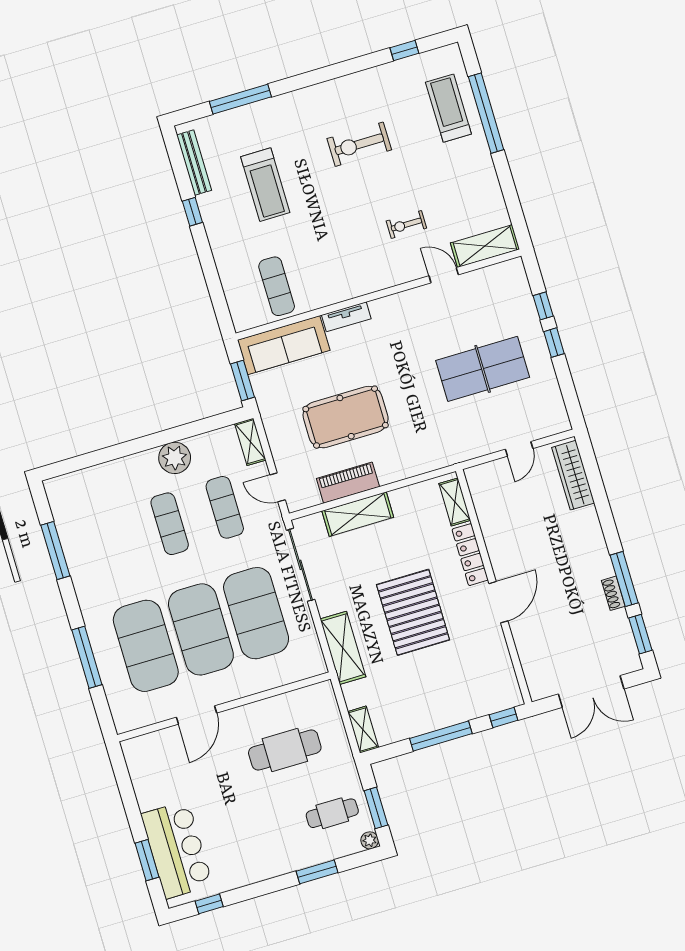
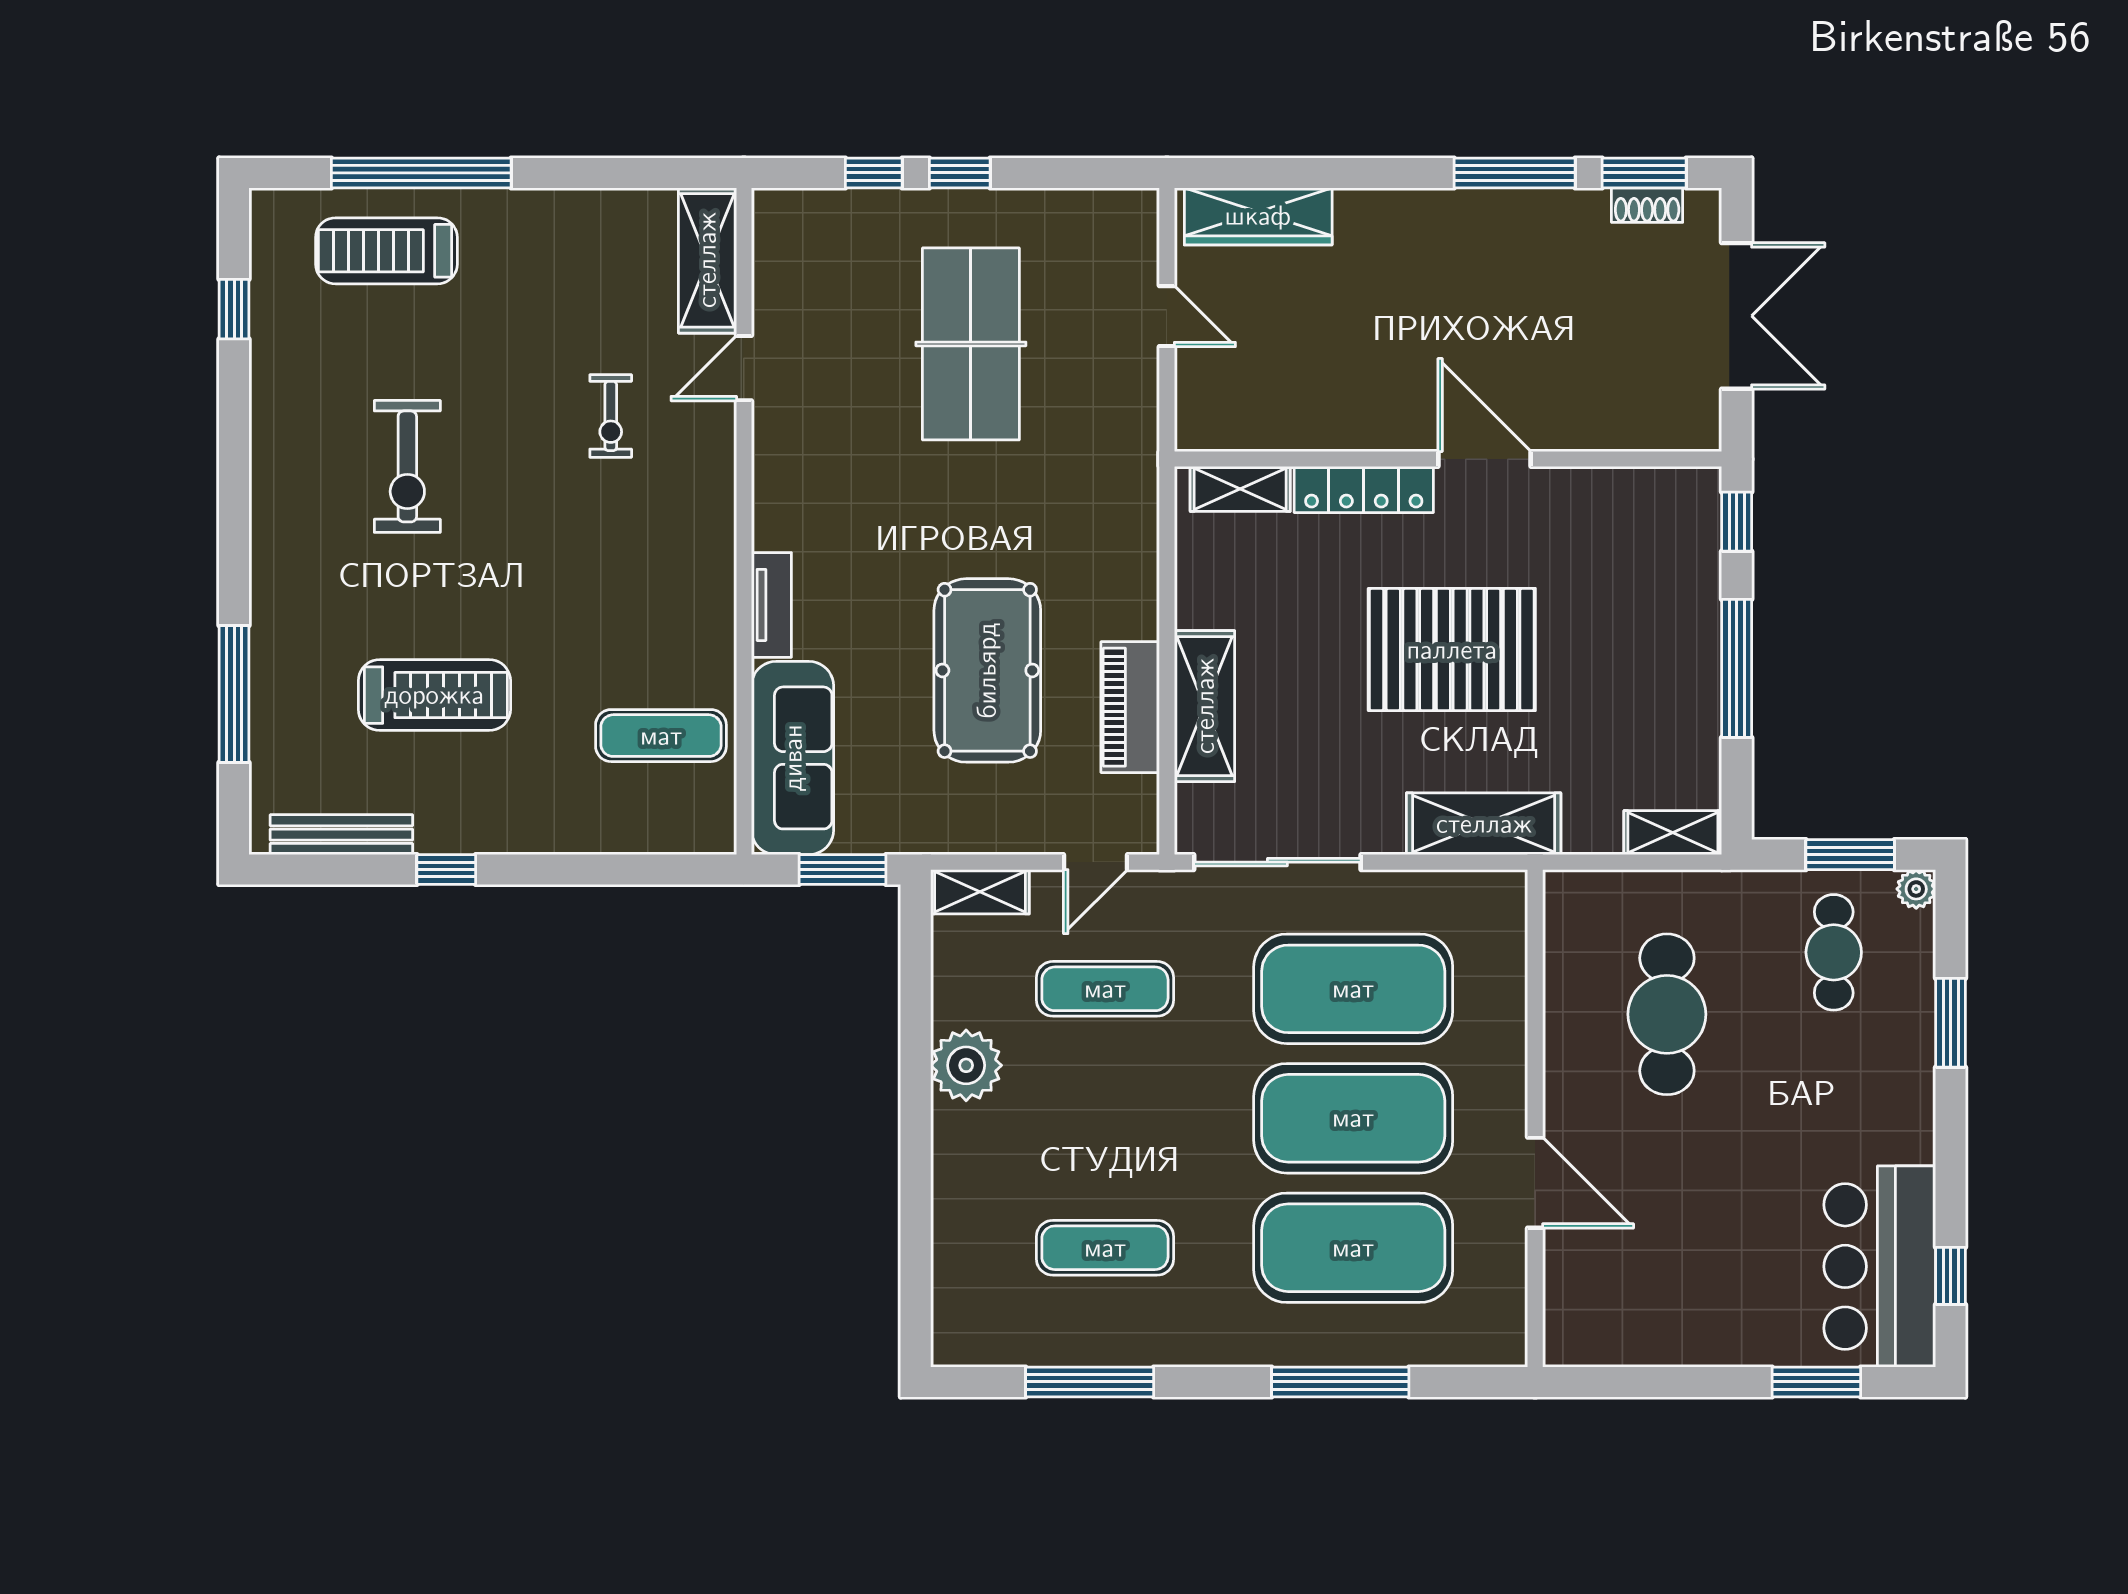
exercise mat: (170, 524) -> (1105, 1248), moved
shoe rack: (613, 593) -> (1647, 205), moved
bar counter: (177, 850) -> (1880, 1266), moved, turned -90

